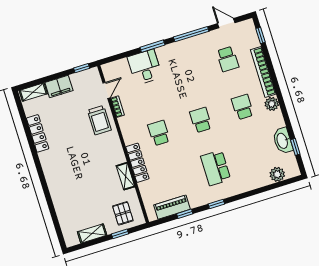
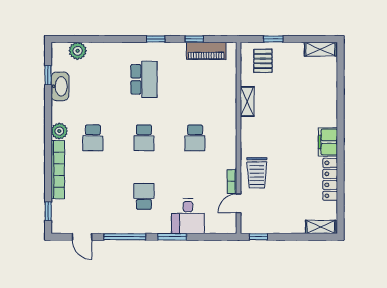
school desk: (228, 59) -> (144, 196), moved
filing cabinet: (59, 87) -> (328, 142), moved, turned -90
trolley: (99, 120) -> (257, 173), turned 180
locker: (137, 163) -> (229, 112), removed
shelving: (92, 233) -> (320, 49), moved

